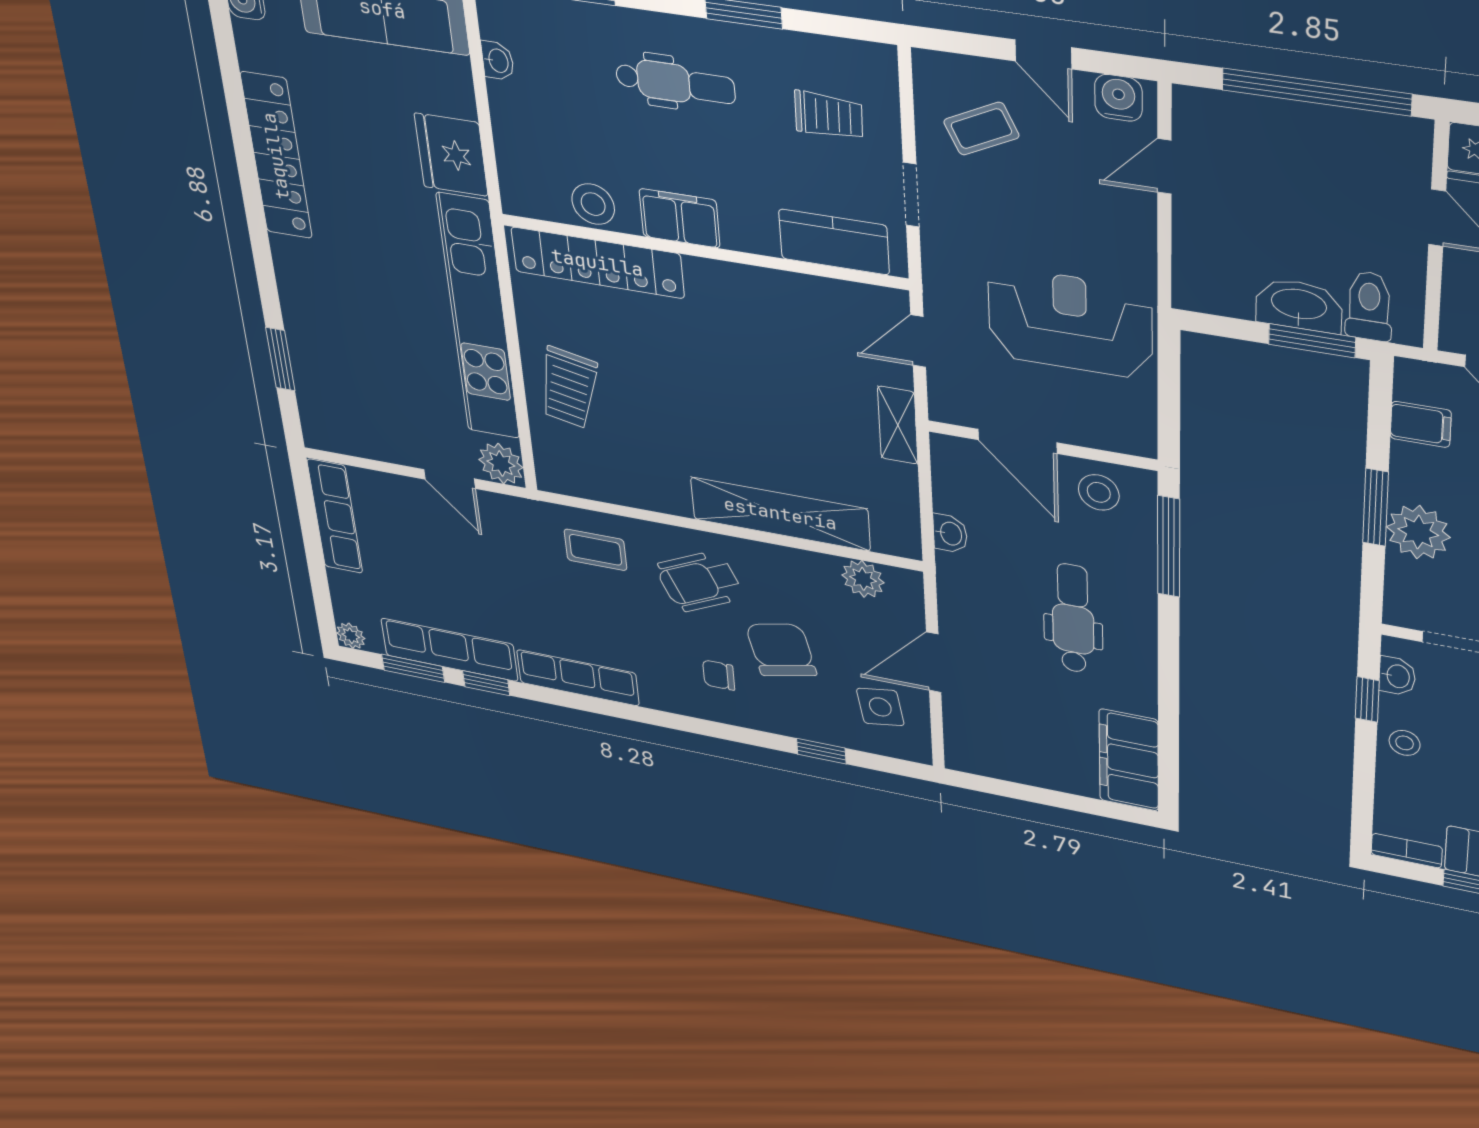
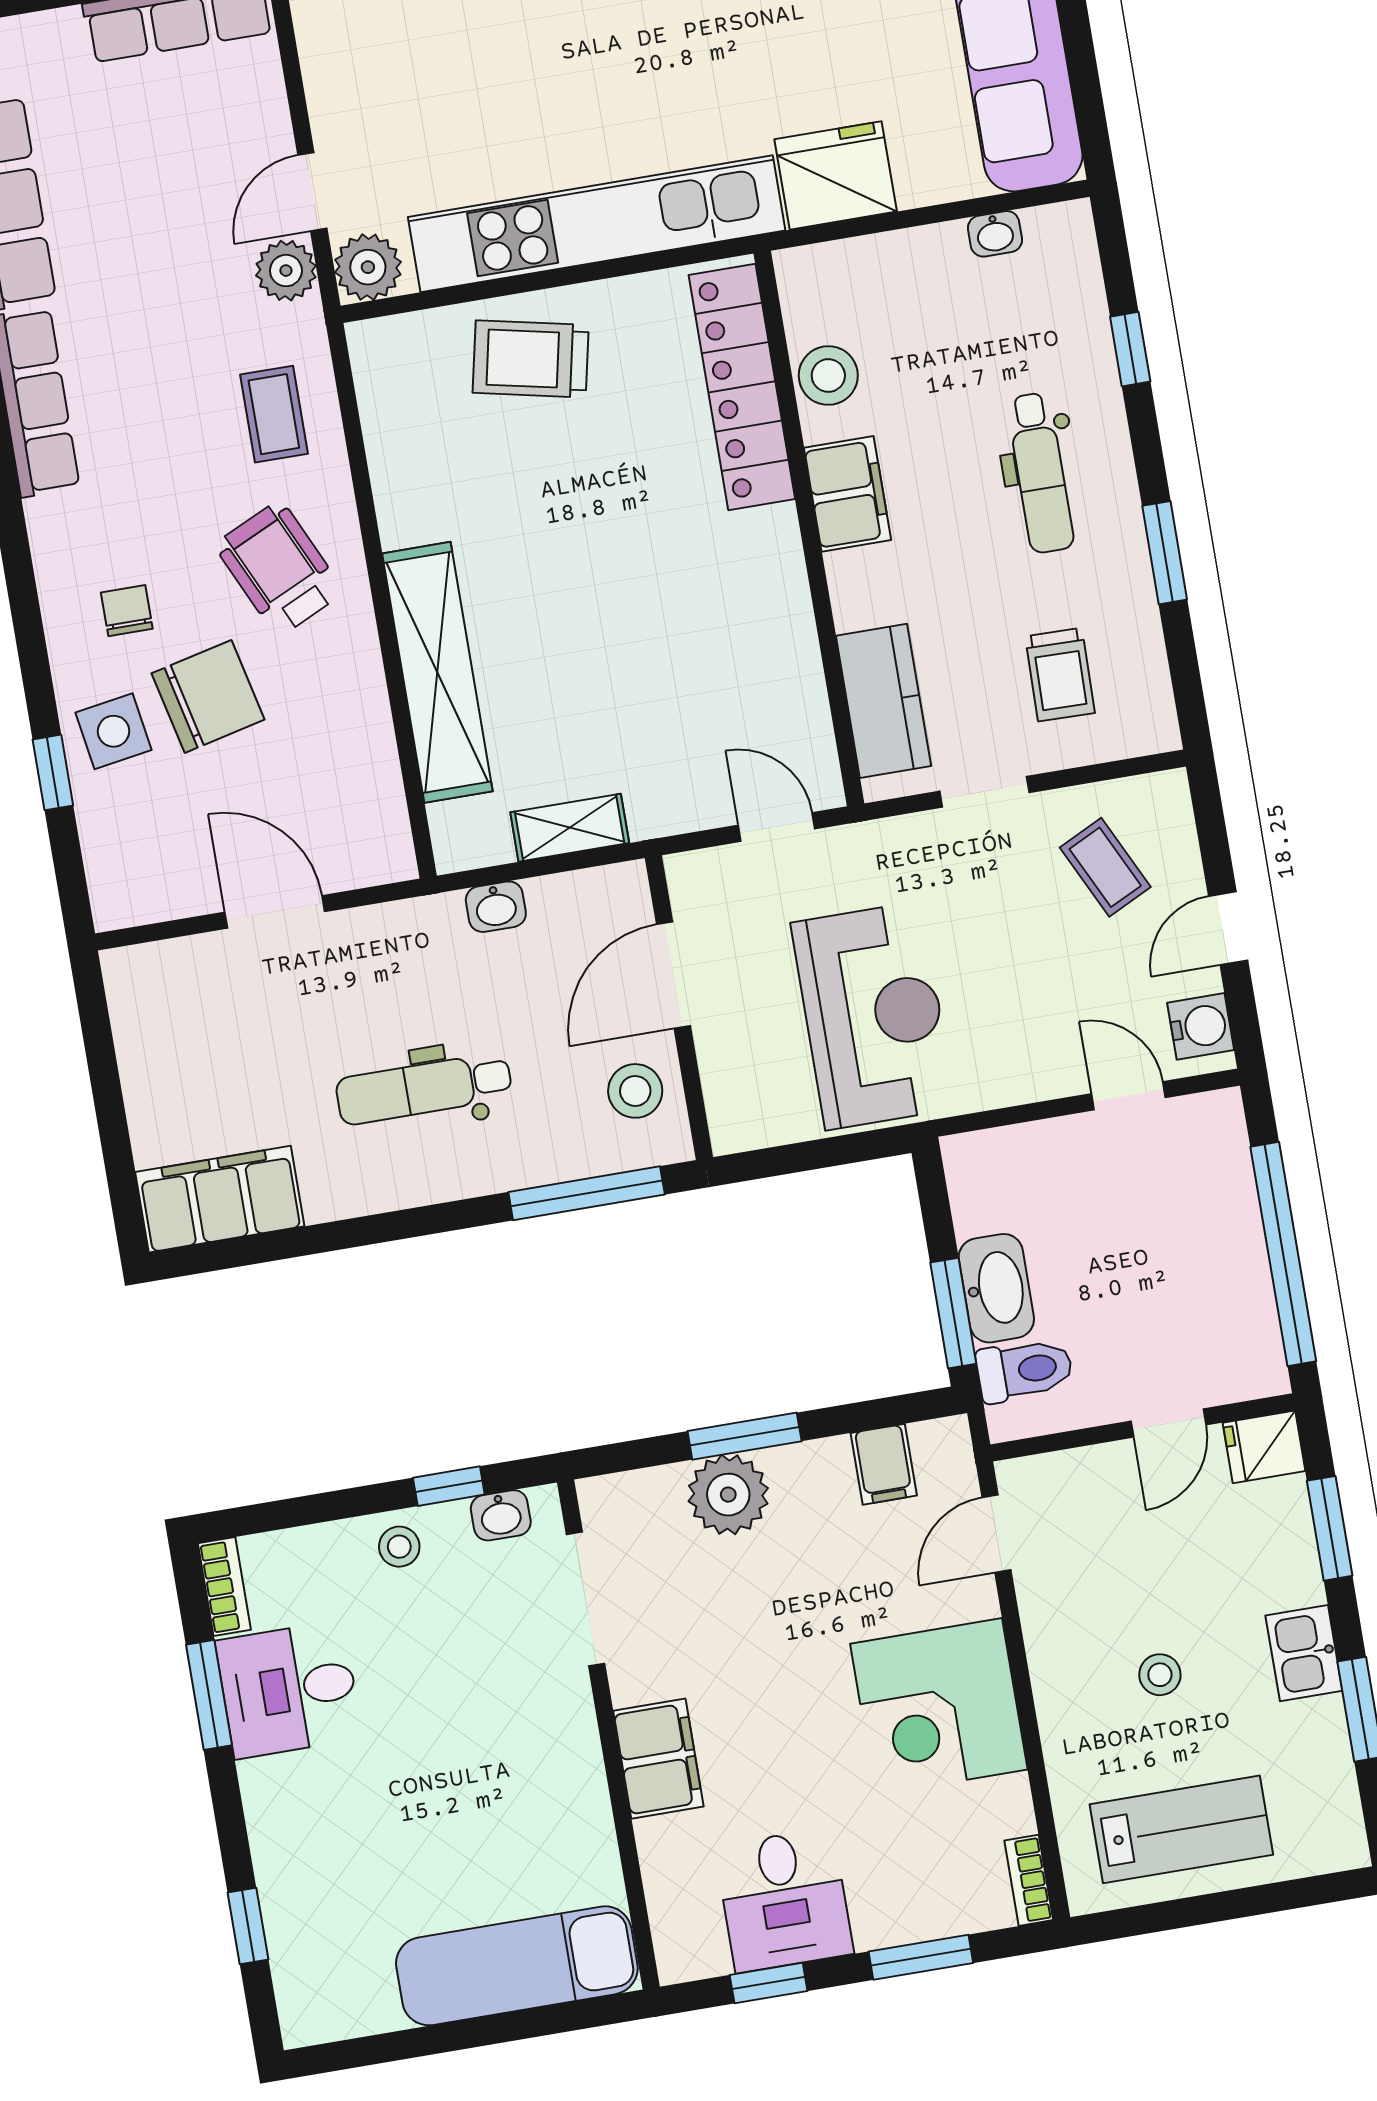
shelving: (898, 425) -> (570, 828), moved
plant: (863, 579) -> (286, 271), moved
dental chair: (1073, 618) -> (424, 1089), turned 180
side table: (880, 707) -> (114, 731), moved

